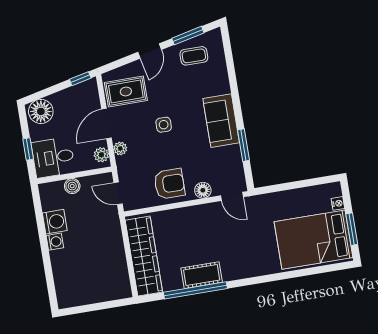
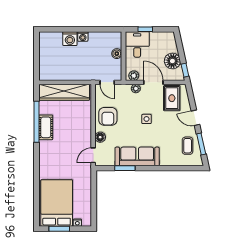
floor lamp: (41, 111) -> (172, 61), moved
sofa: (221, 121) -> (137, 156), width x1.36
door: (118, 193) -> (107, 82), swing flipped
washing machine: (55, 222) -> (70, 39), moved

